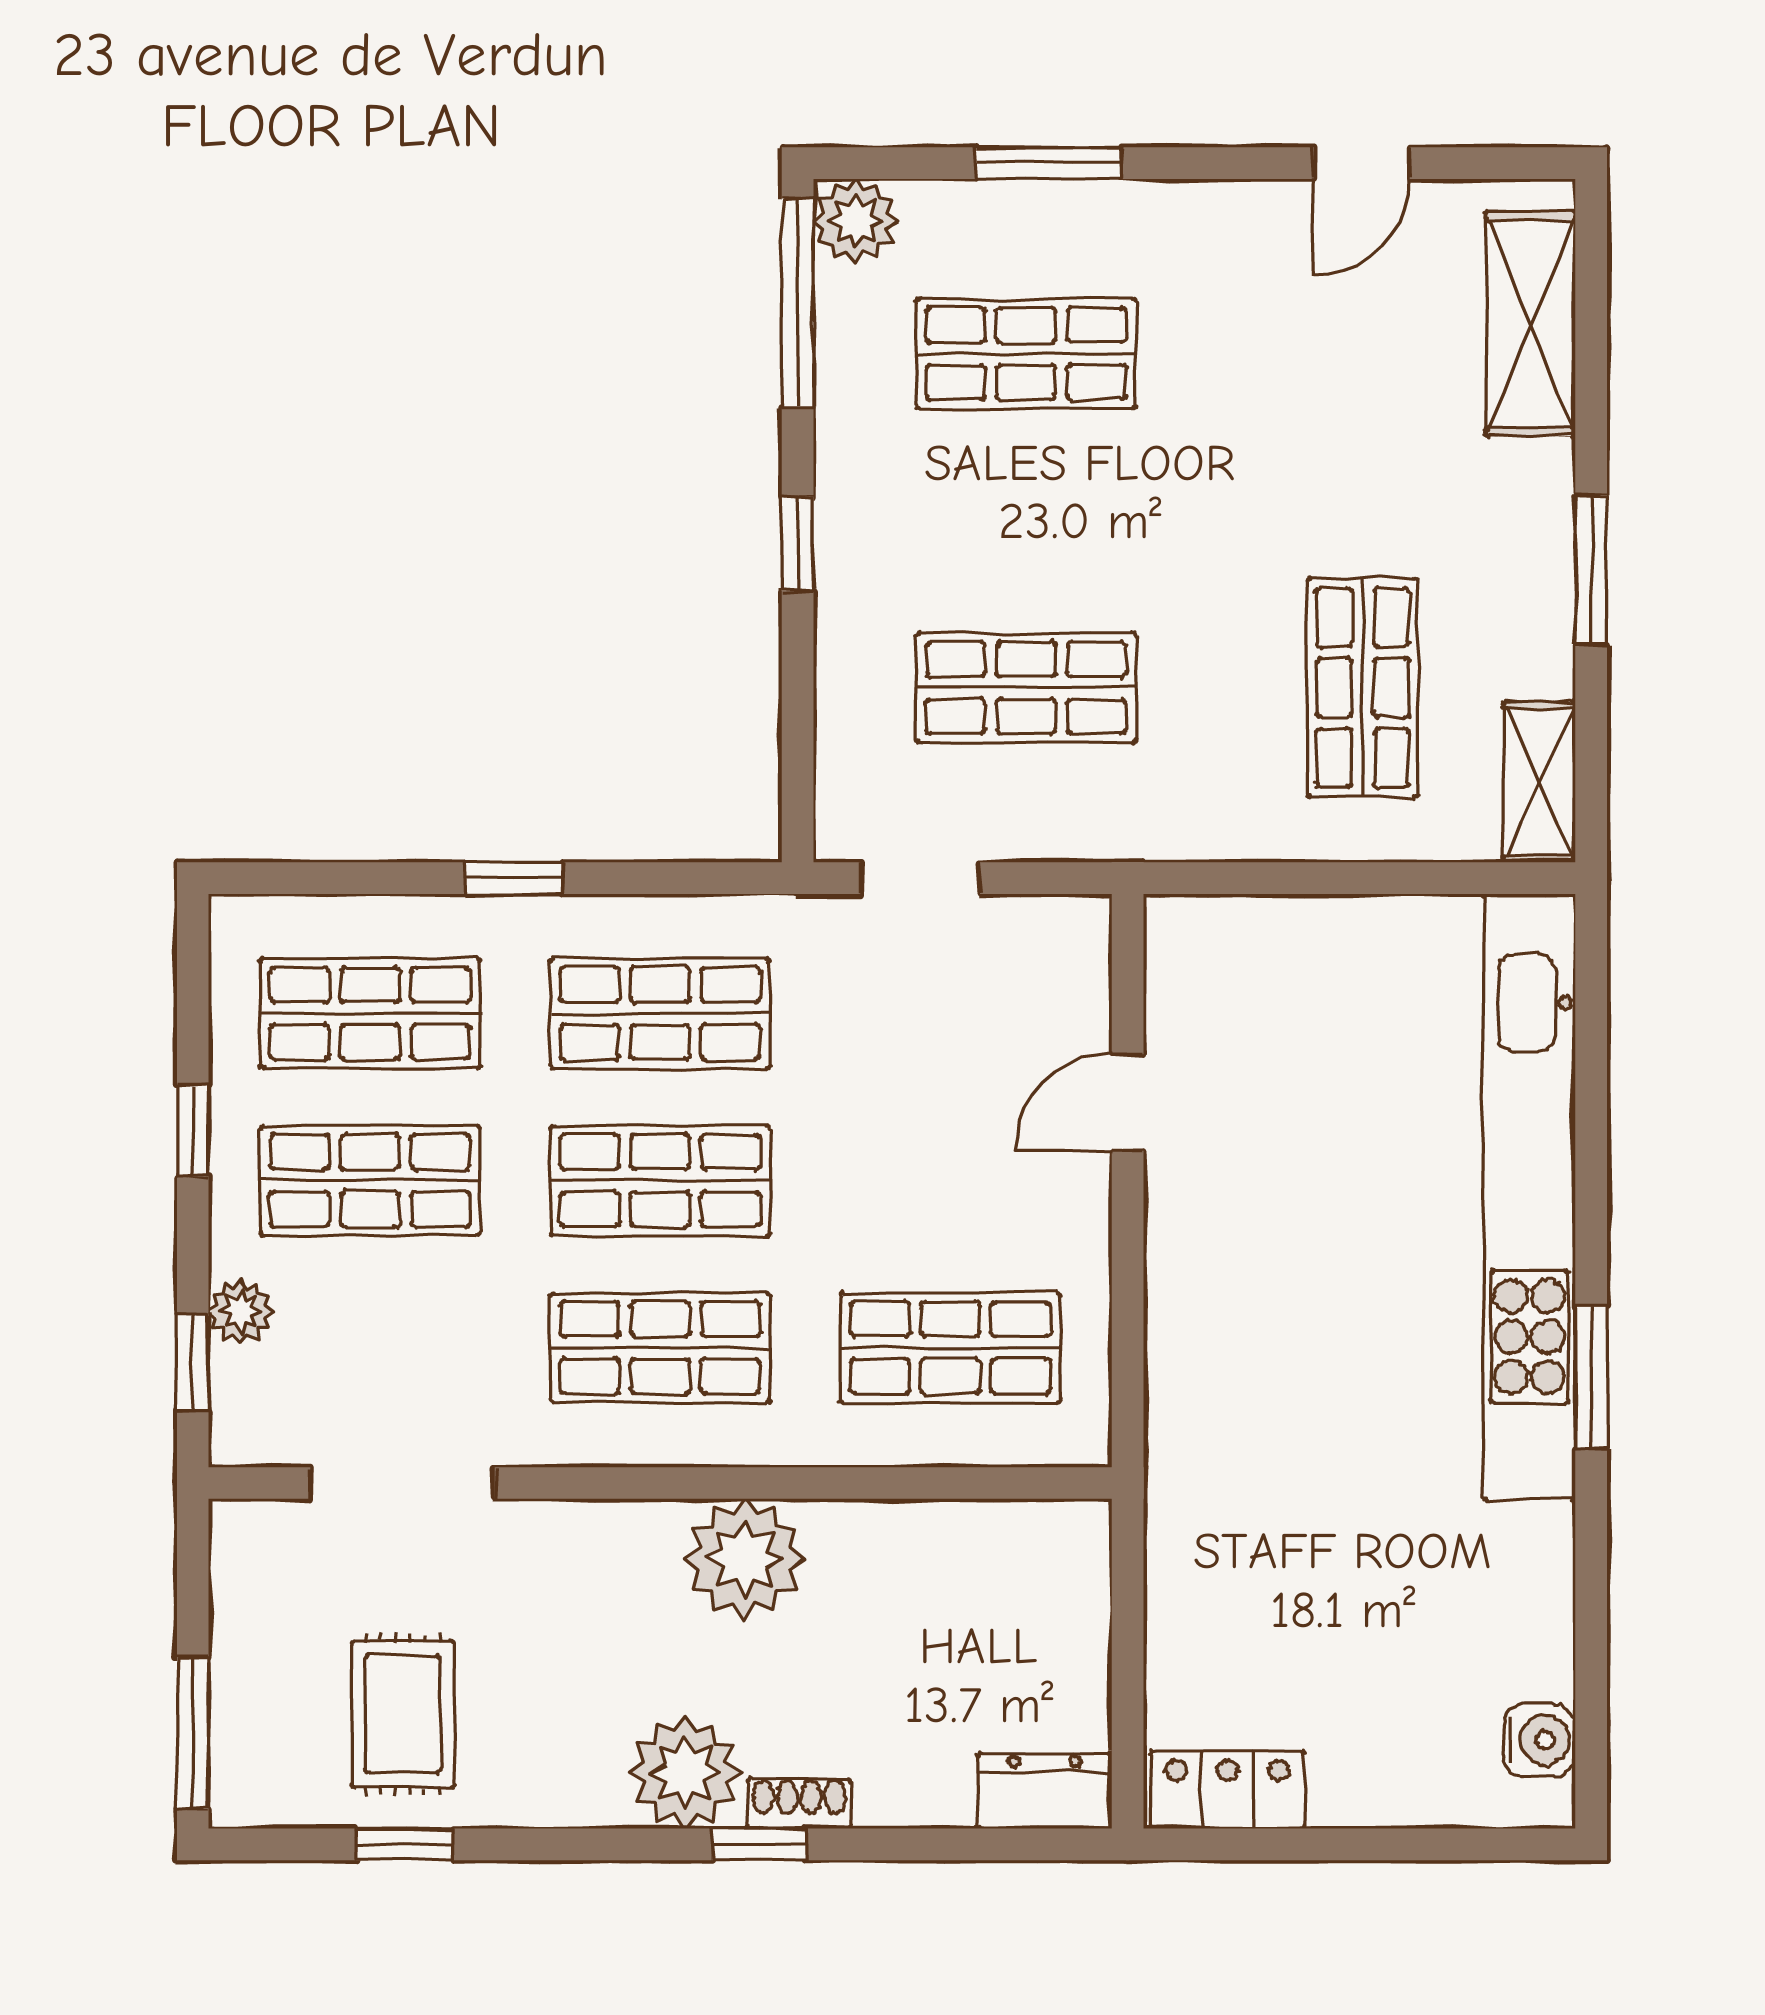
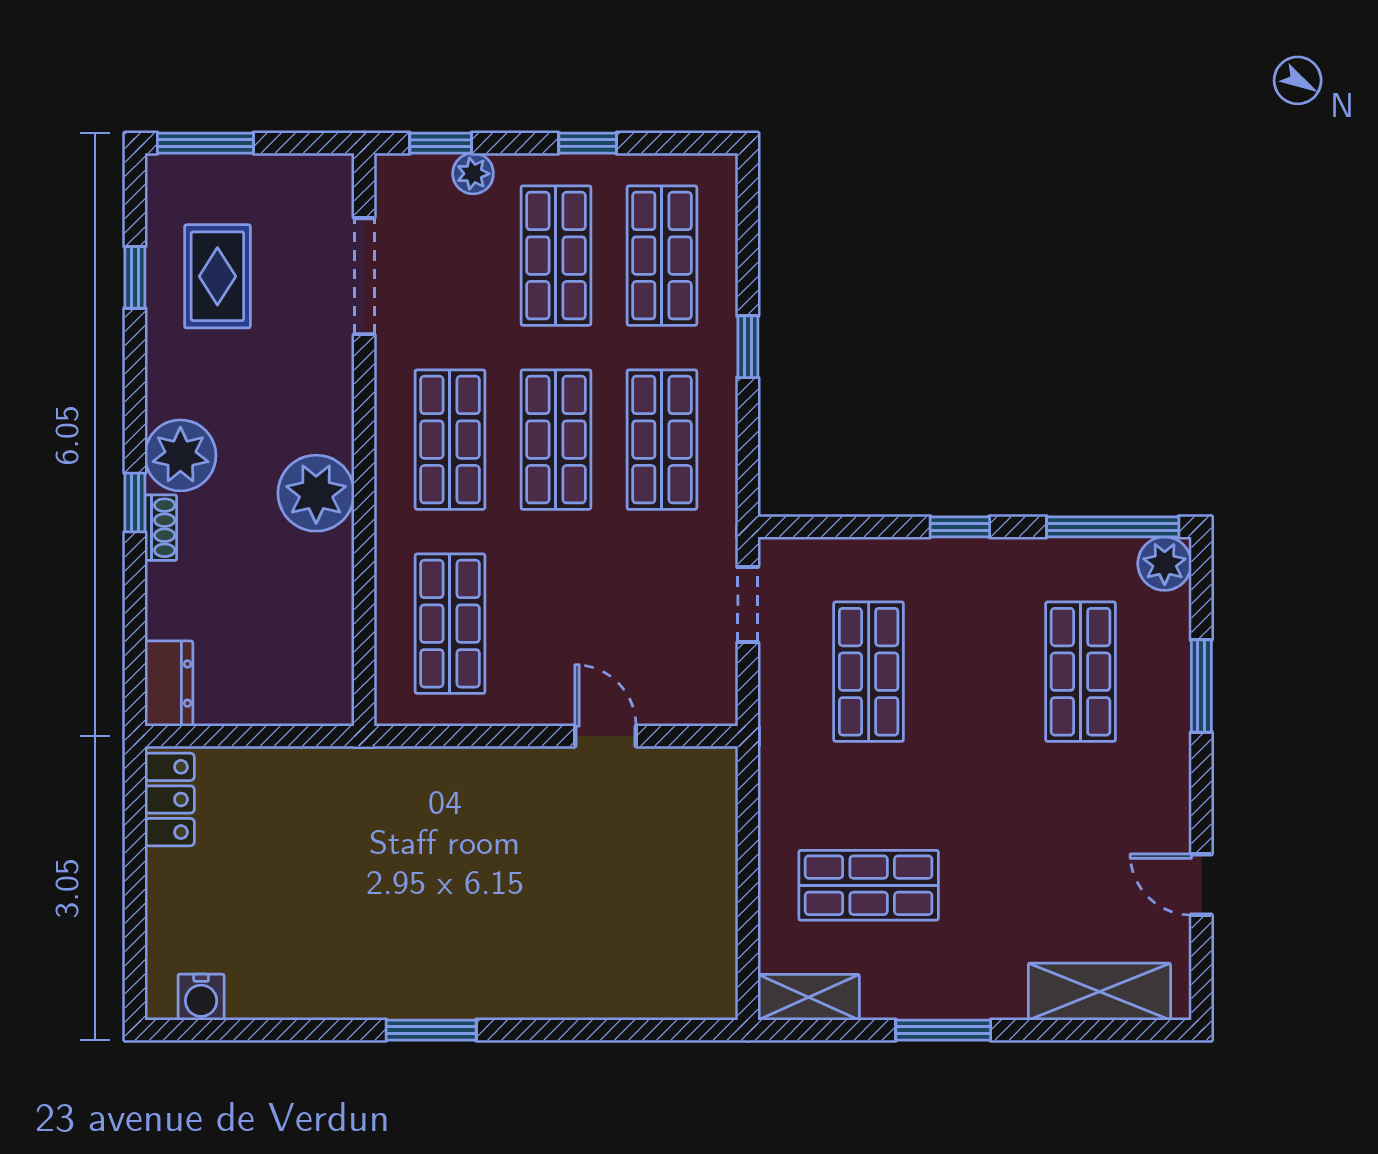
kitchen unit: (1529, 1197) -> (545, 991), removed
rug: (403, 1714) -> (217, 276), turned 90

